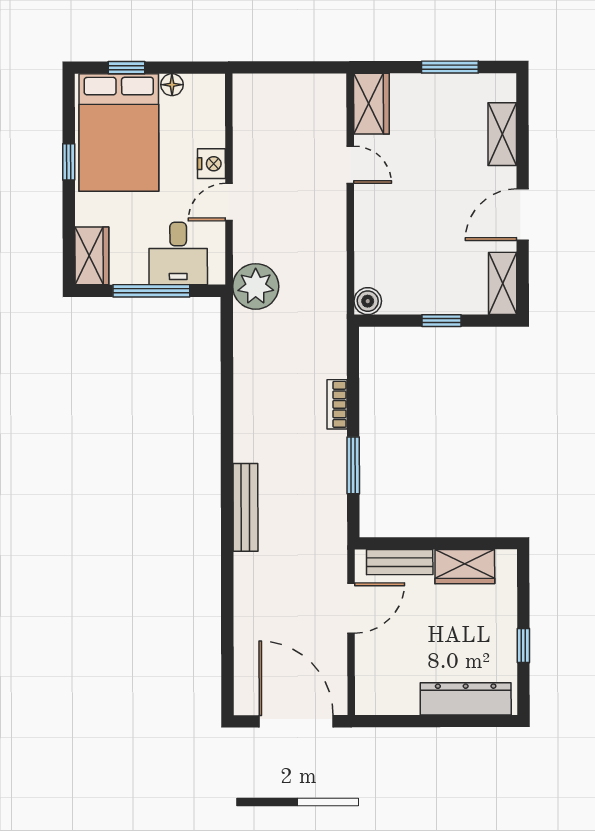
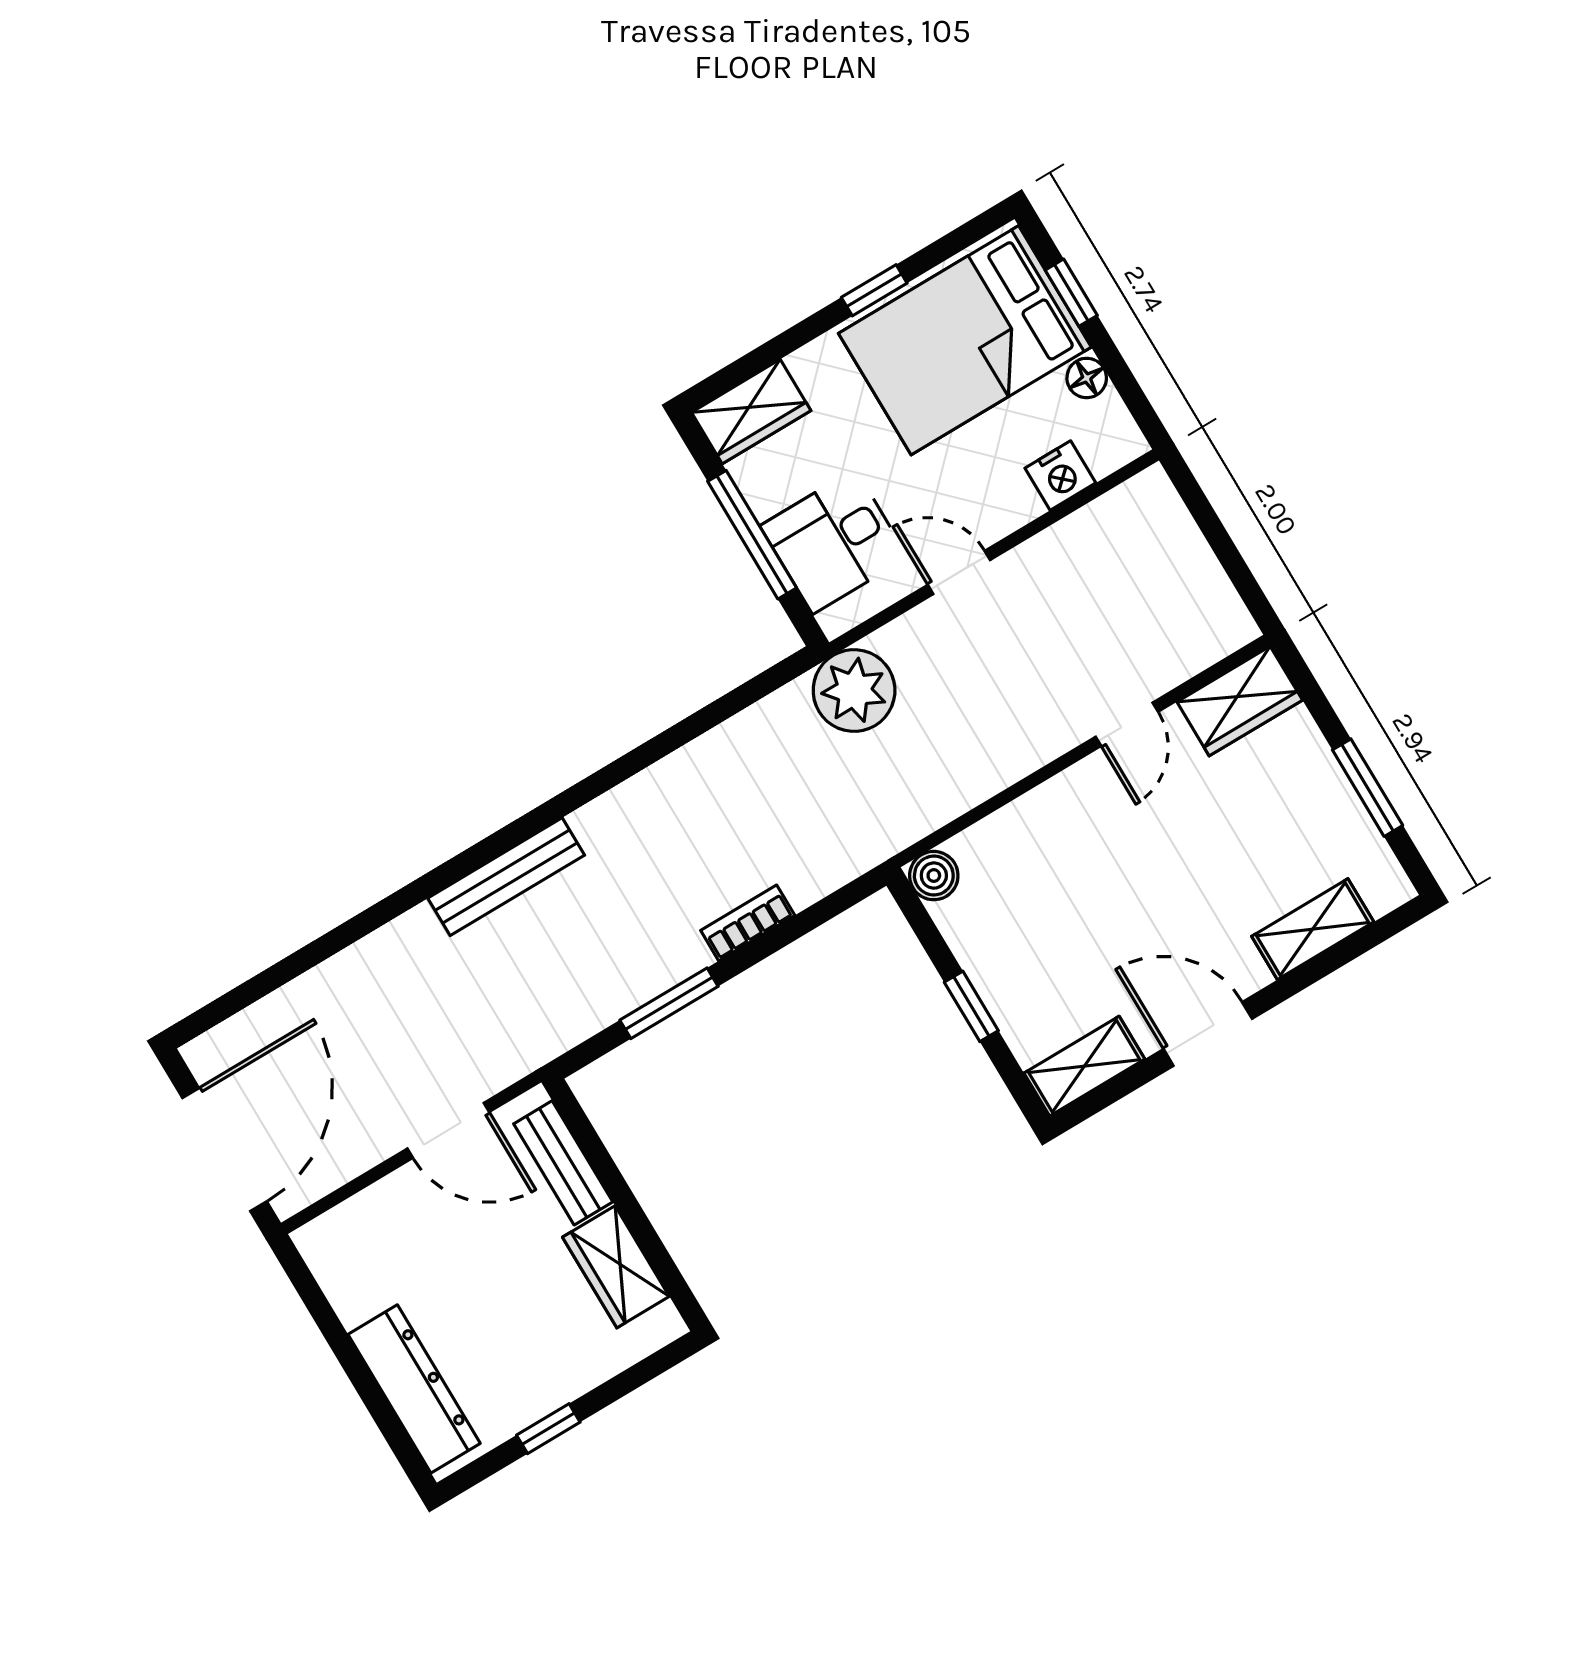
nightstand: (211, 164) -> (1060, 476), moved

